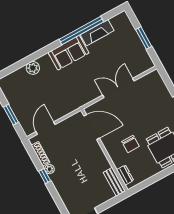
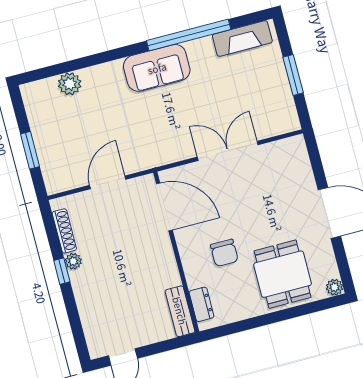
fireplace: (97, 33) -> (242, 38), moved
plant: (33, 68) -> (70, 84), moved
door: (46, 128) -> (108, 182), moved

